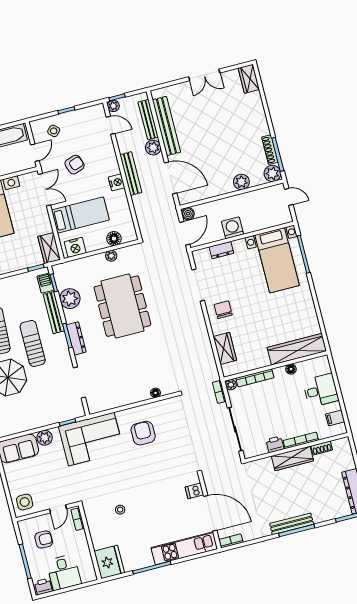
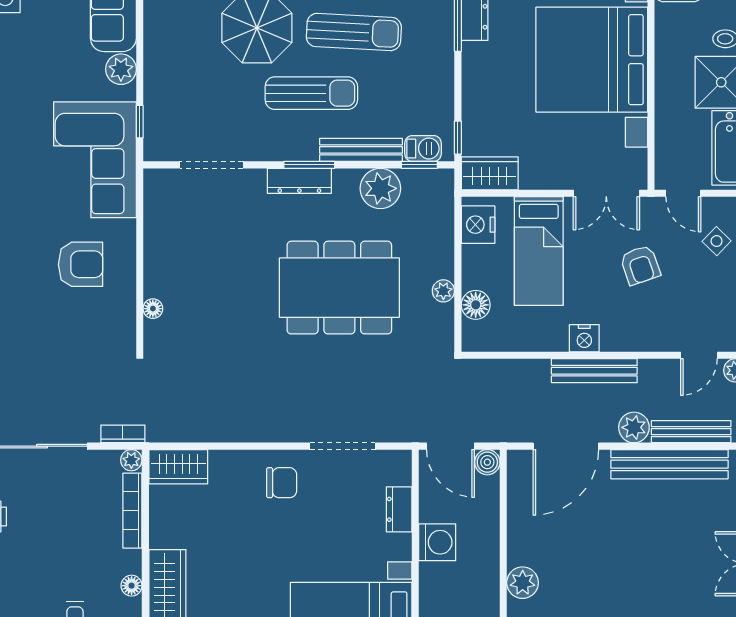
wardrobe: (225, 348) -> (178, 467), moved

